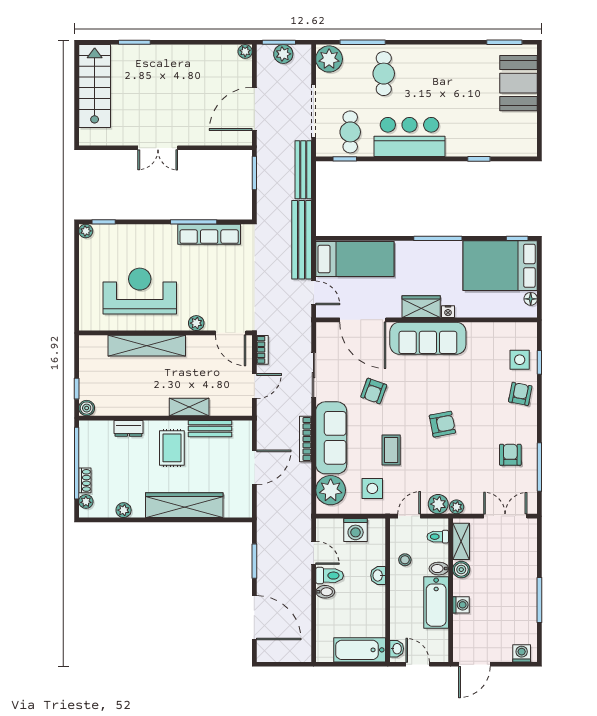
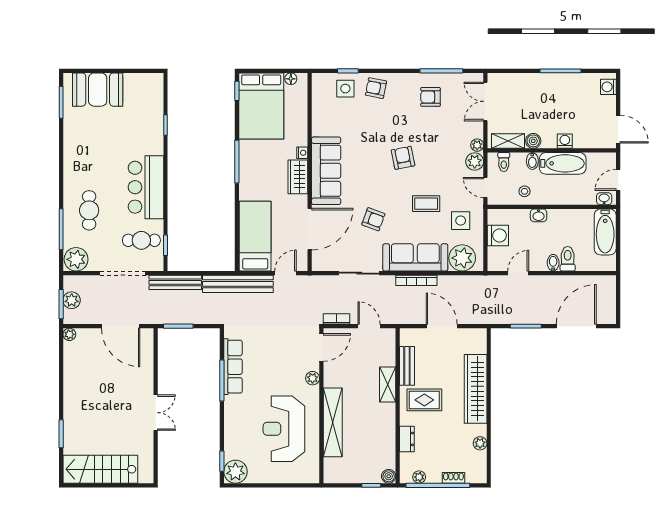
cafe table: (384, 74) -> (89, 210), turned 90
plant: (86, 231) -> (235, 472), width x1.88, depth x1.88
plant: (86, 501) -> (419, 477), moved
toilet: (330, 576) -> (568, 259), moved

